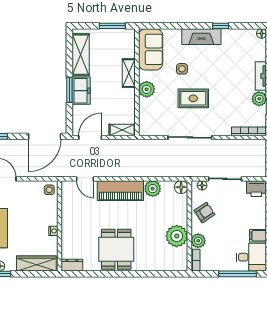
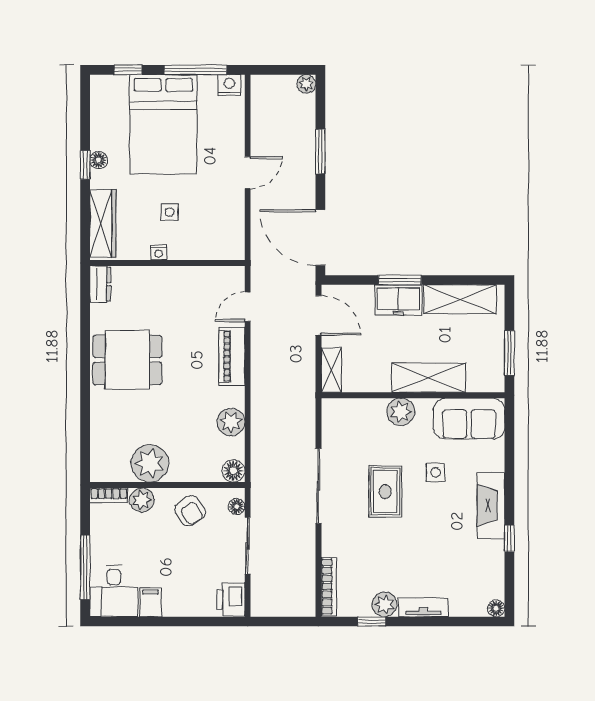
shelving: (129, 73) -> (429, 378), width x1.50, depth x1.33
side table: (49, 190) -> (170, 212), moved
piano: (120, 191) -> (232, 356), width x0.73, depth x0.75

